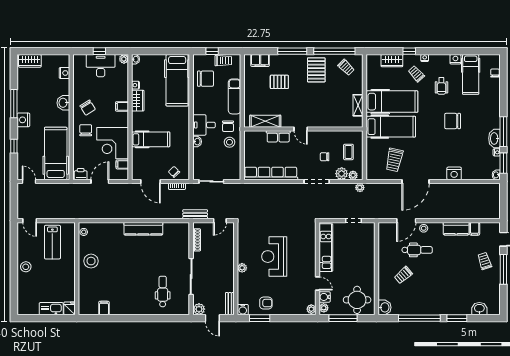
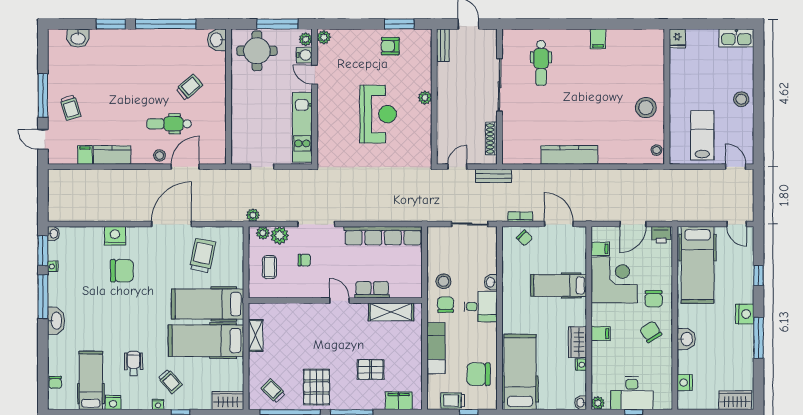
wardrobe: (392, 61) -> (228, 401), moved
chair: (453, 121) -> (122, 271), moved
washbasin: (494, 138) -> (56, 321), moved
filing cabinet: (104, 308) -> (598, 39), moved
kitchen sink: (51, 309) -> (736, 38), moved
plant: (199, 309) -> (488, 37), removed
water cooler: (243, 310) -> (424, 37), removed

